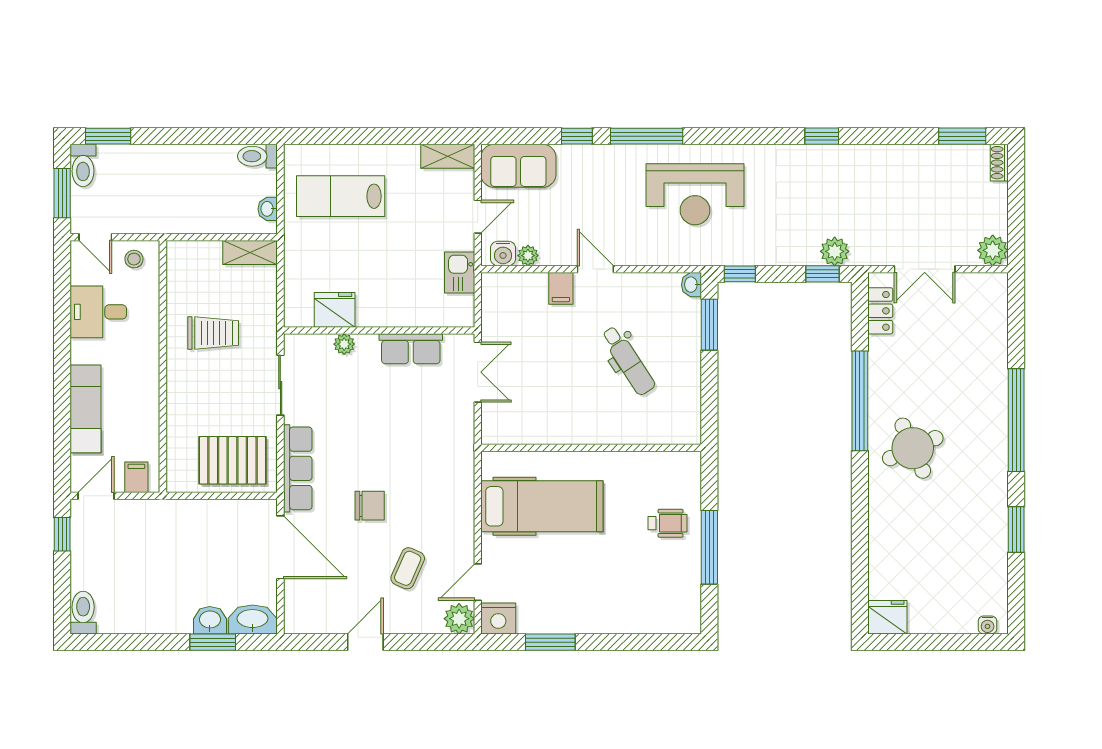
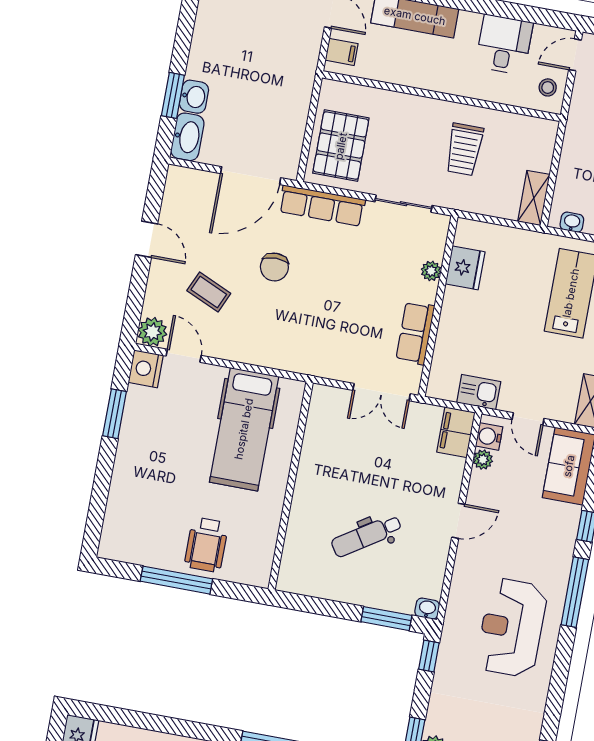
filing cabinet: (561, 288) -> (456, 432), moved, width x2.00
wheelchair: (667, 523) -> (206, 545), width x1.36, depth x1.37

